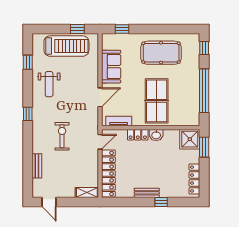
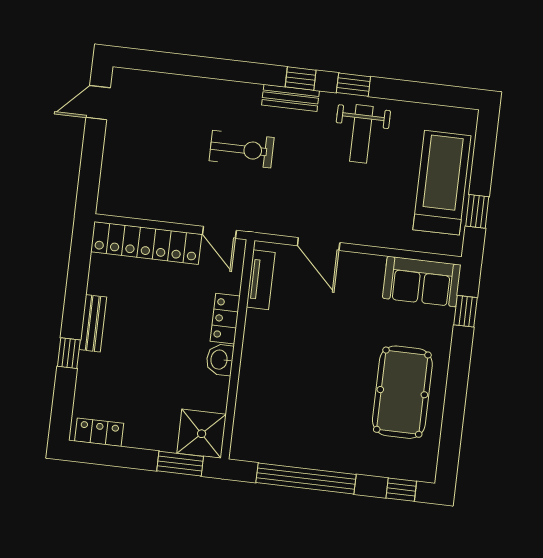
treadmill: (66, 46) -> (442, 183), turned 180
window: (28, 62) -> (353, 85), moved
sofa: (111, 67) -> (422, 281), moved
weight bench: (49, 84) -> (361, 134), turned -90
table tennis table: (157, 101) -> (296, 370), removed
bench: (37, 166) -> (290, 98), moved
locker: (194, 179) -> (99, 432), width x0.66
shelving: (87, 192) -> (110, 190), removed

